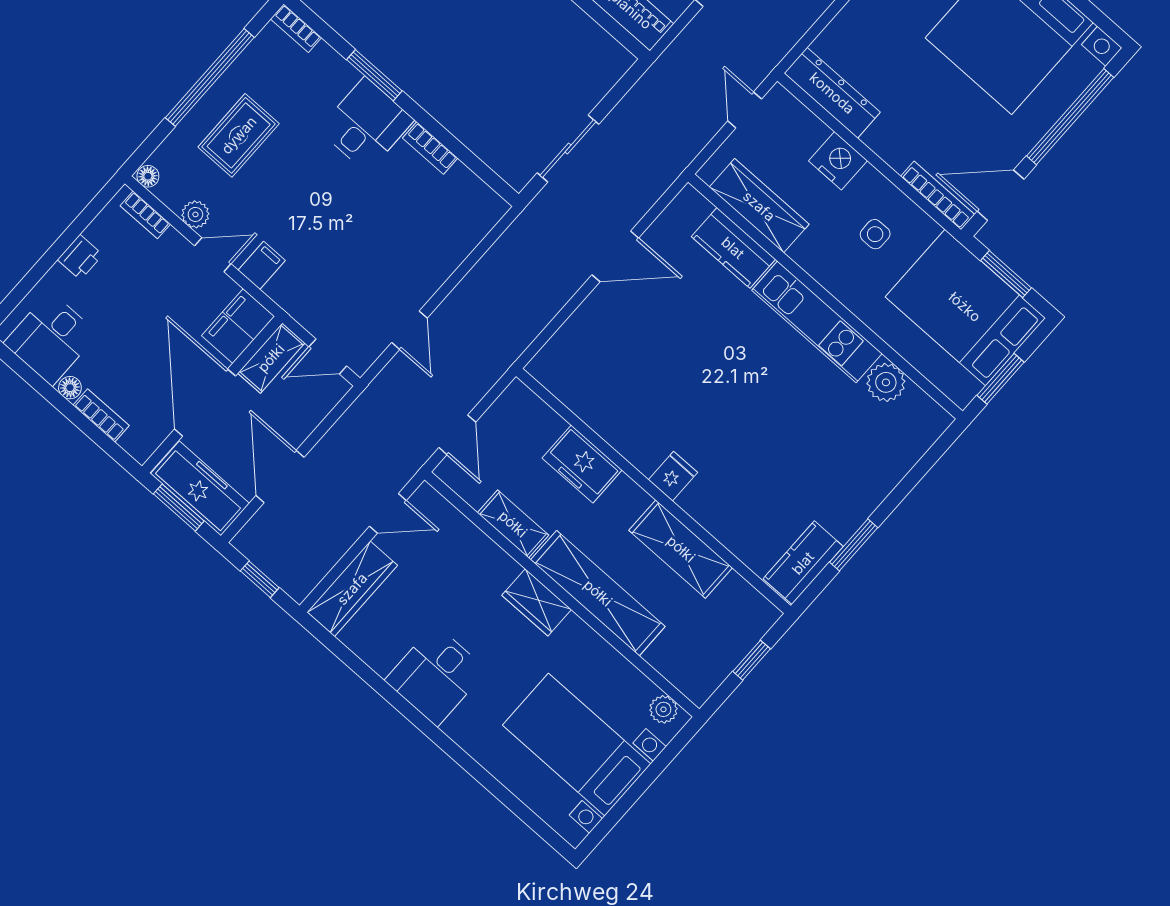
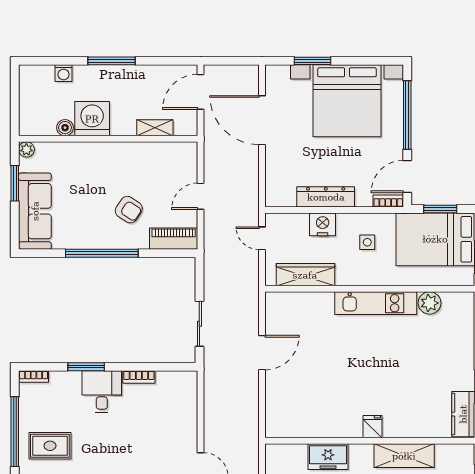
dresser: (832, 93) -> (326, 197), moved
rug: (239, 135) -> (50, 446), turned 90
bookcase: (938, 195) -> (388, 201), width x0.64
kitchen counter: (733, 248) -> (311, 303), removed

